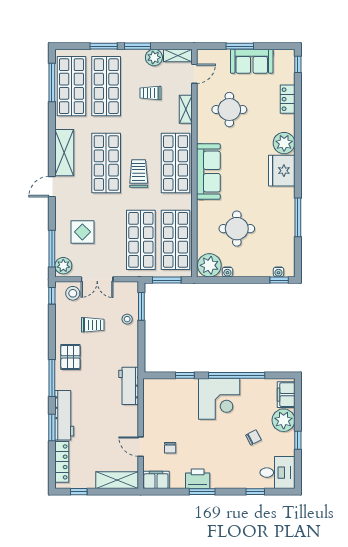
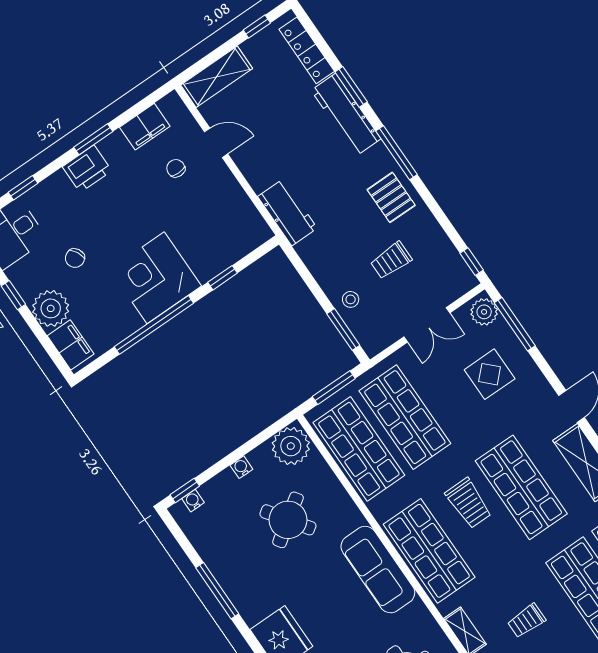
trolley: (151, 93) -> (526, 621), turned 180
round table: (237, 229) -> (288, 520), turned -35
water cooler: (227, 272) -> (241, 467), moved
double door: (97, 279) -> (427, 325), swing flipped
stool: (73, 293) -> (446, 284), removed
printer: (198, 479) -> (87, 169), moved
filing cabinet: (156, 480) -> (145, 127), moved

